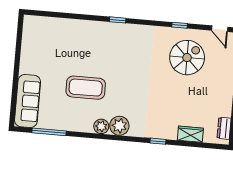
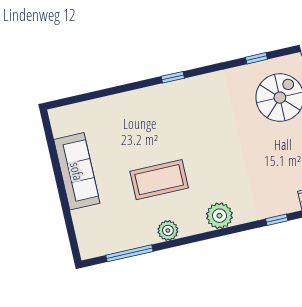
sofa: (28, 101) -> (77, 171), moved
plant: (101, 126) -> (168, 230), moved

